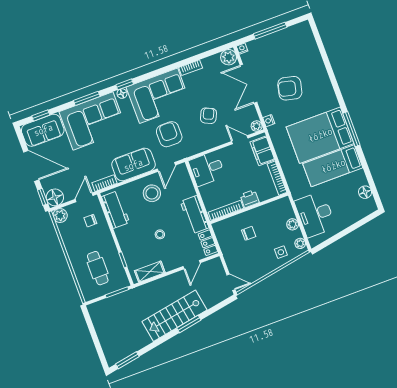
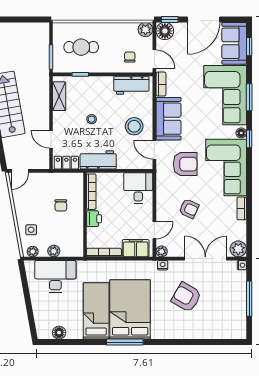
armchair: (290, 88) -> (186, 297), turned -73

